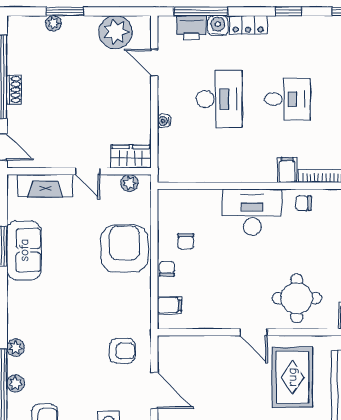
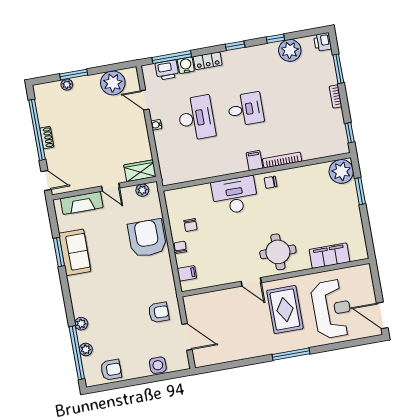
water cooler: (164, 121) -> (156, 125), moved

